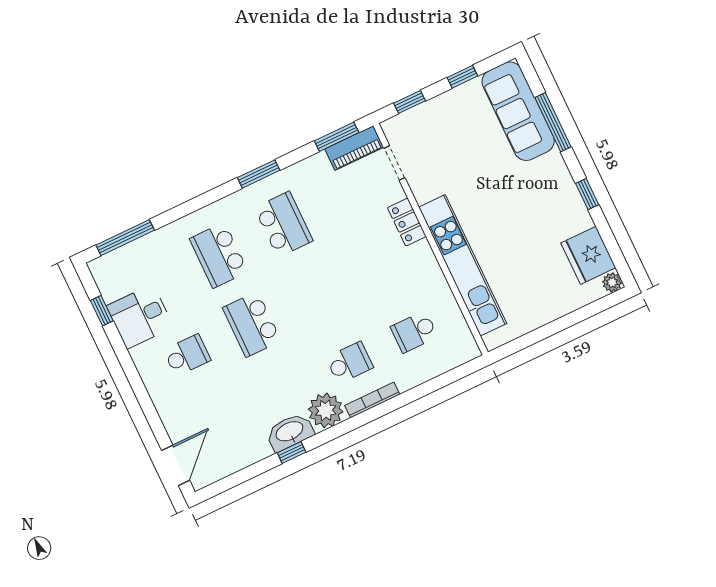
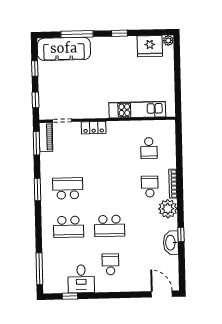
kitchen unit: (463, 265) -> (137, 110), width x0.73
washbasin: (290, 432) -> (171, 243), moved

